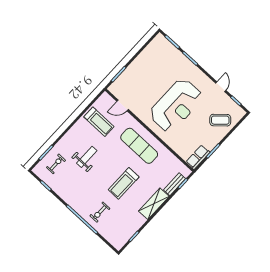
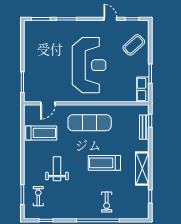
treadmill: (124, 183) -> (104, 163), turned 90
shelving: (154, 204) -> (142, 169), moved

